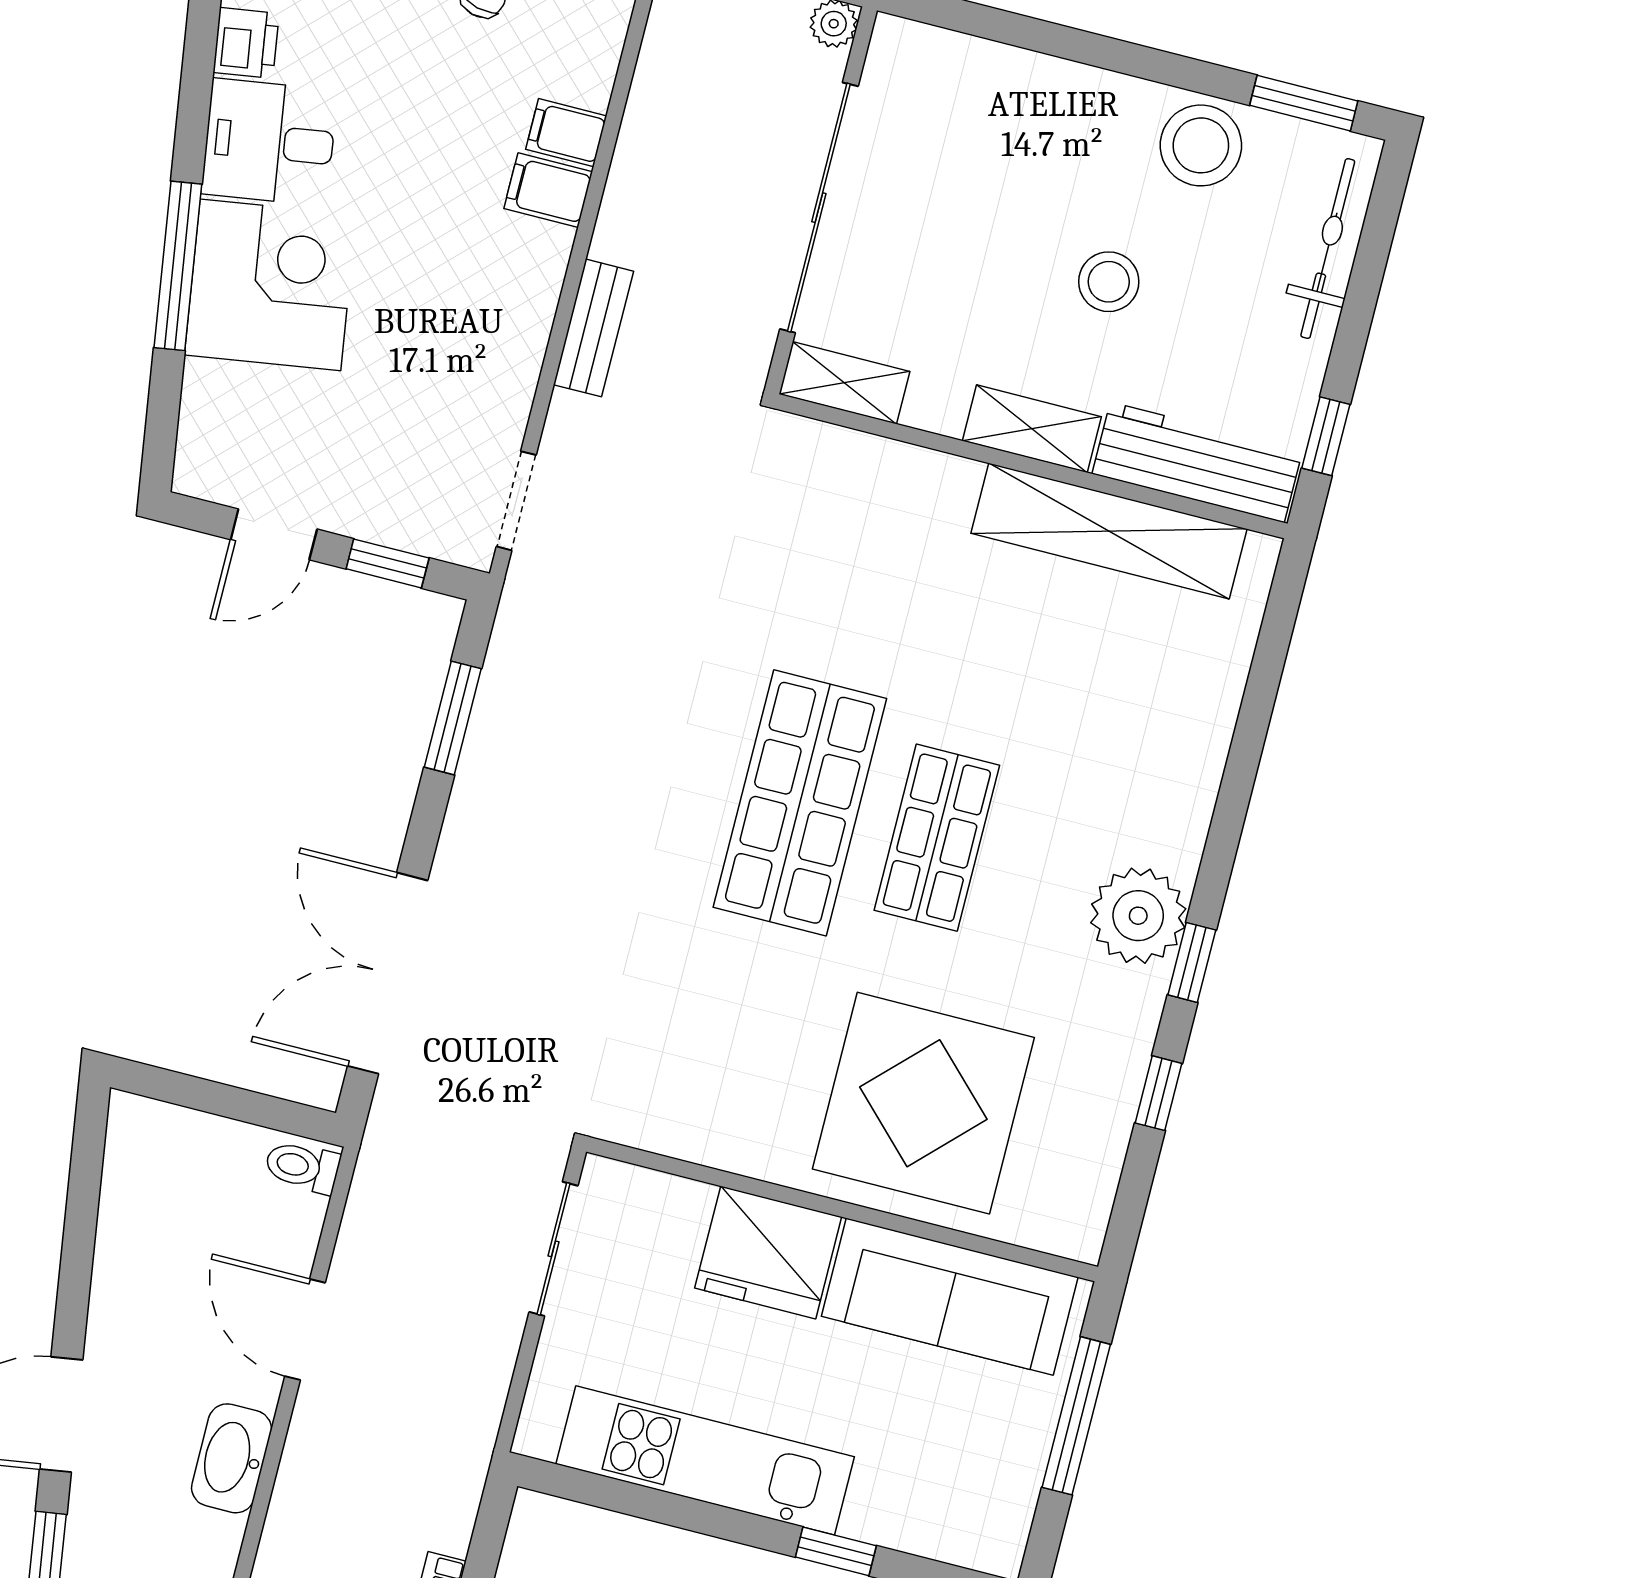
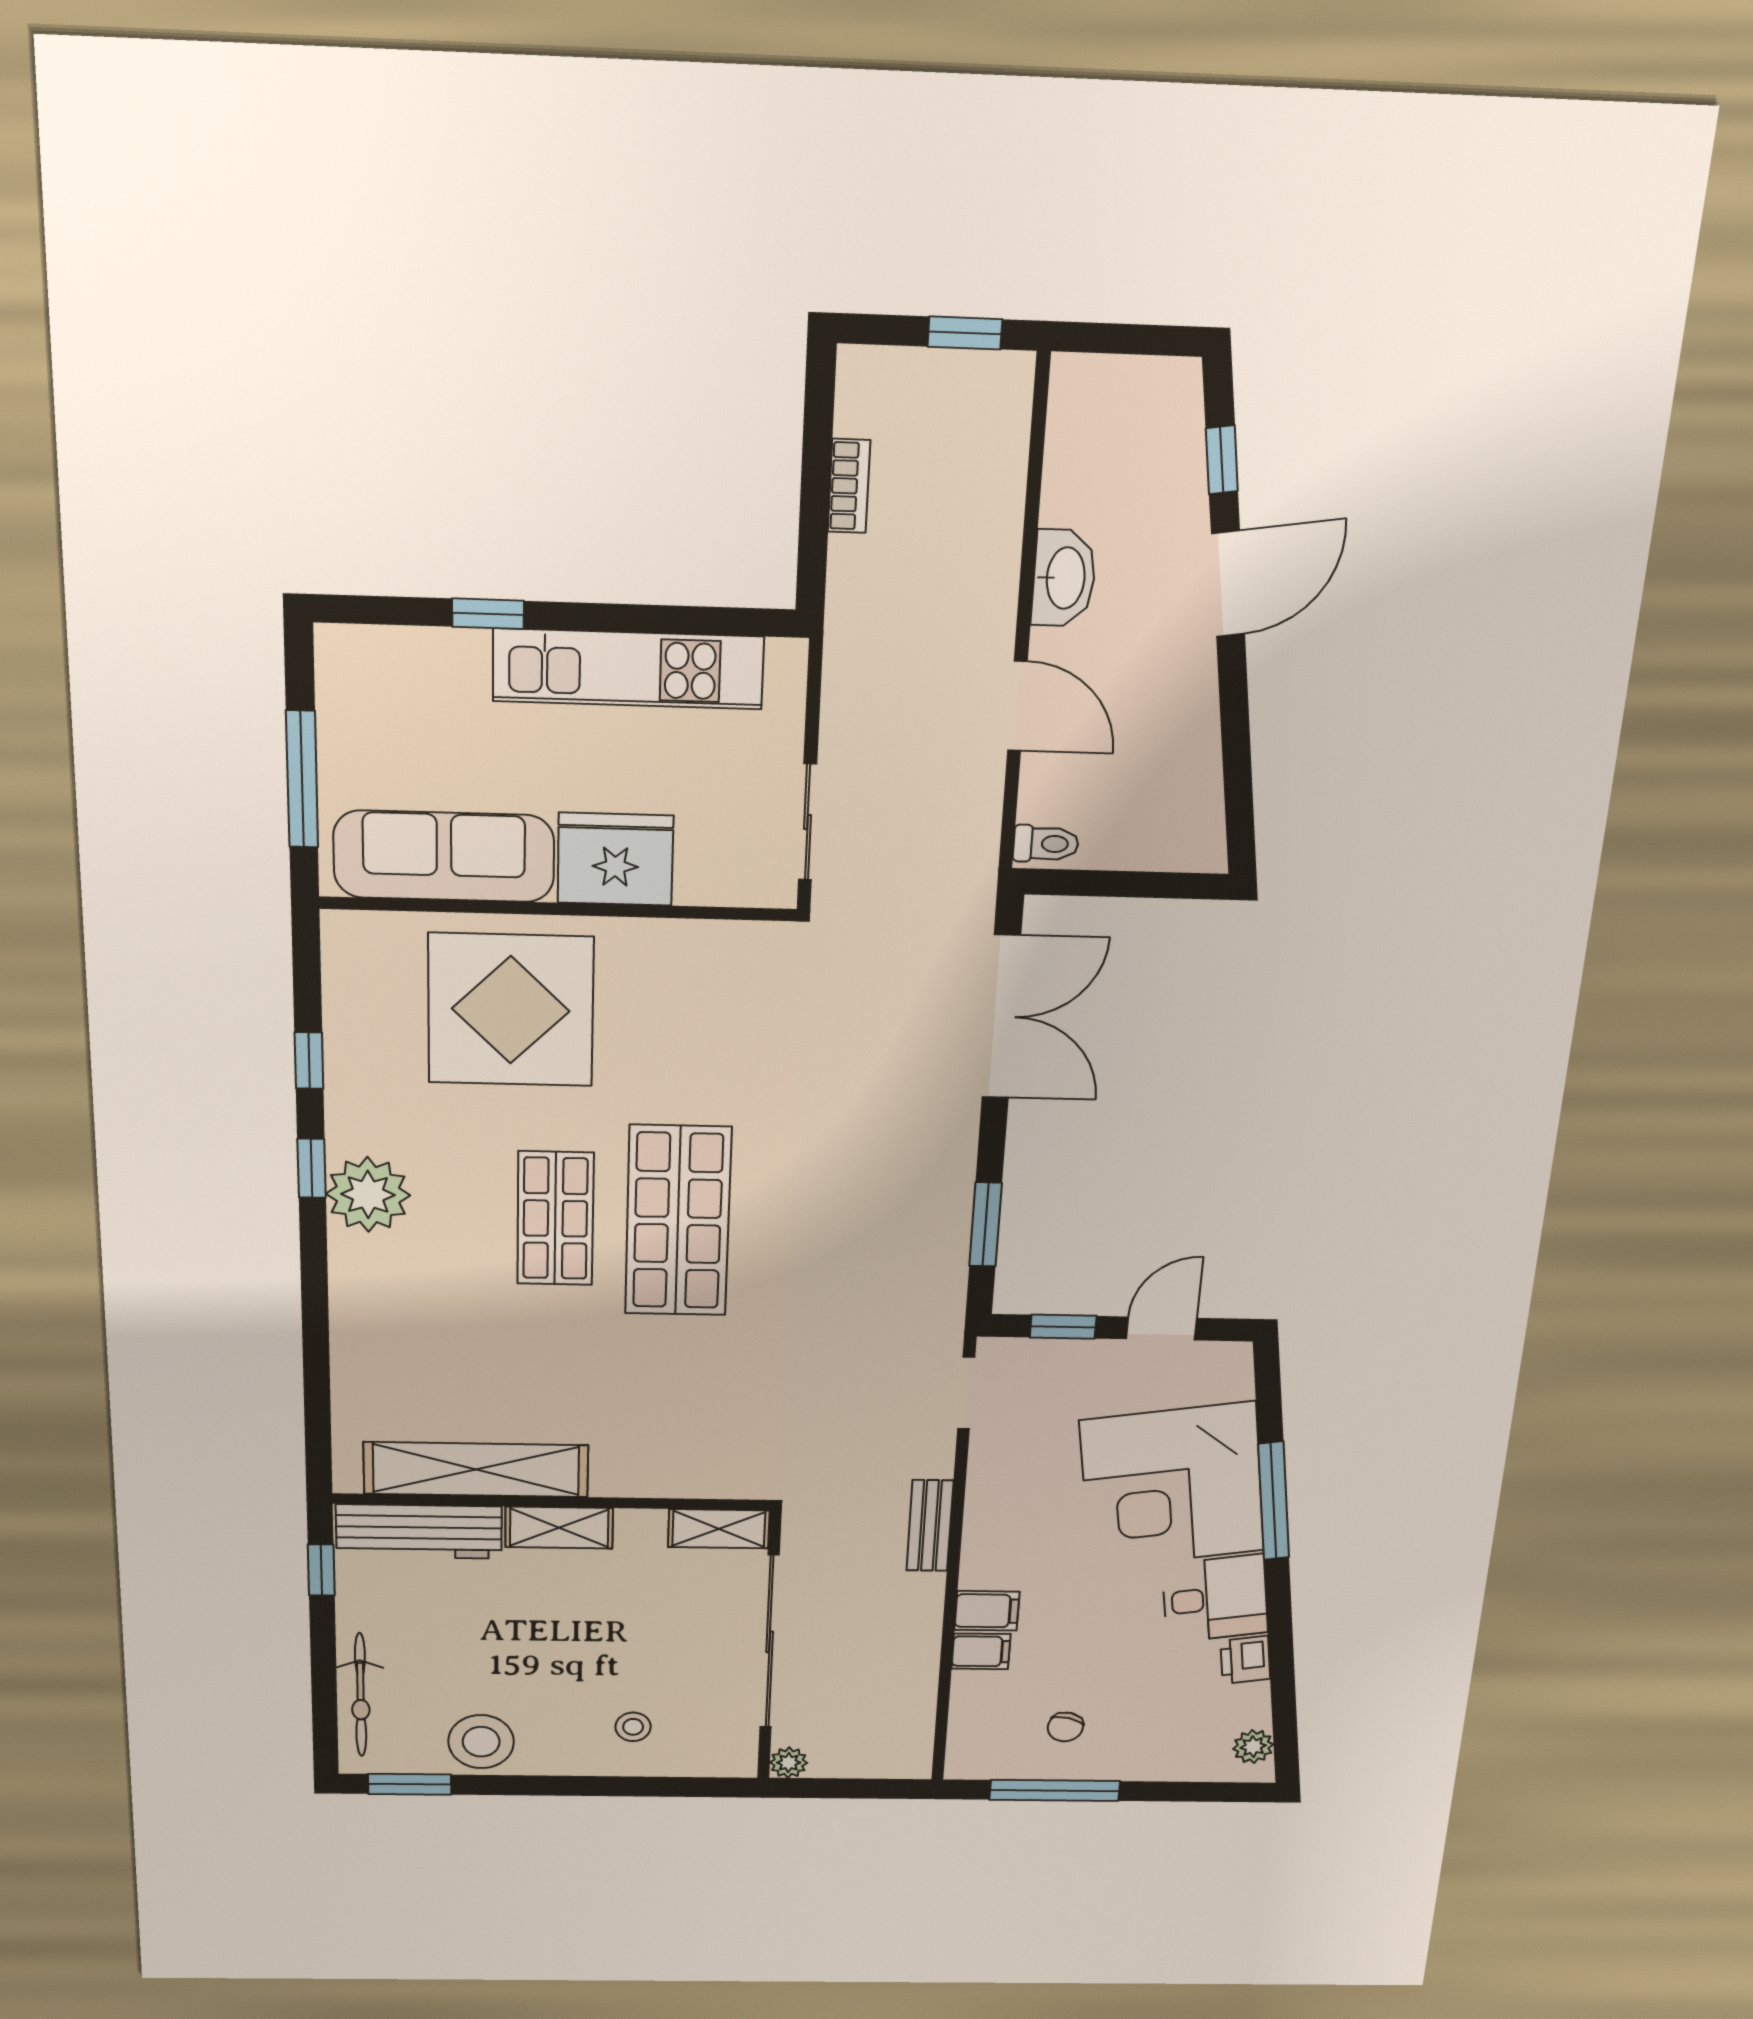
stool: (1109, 282) -> (633, 1727), moved, width x0.73, depth x0.73
corner desk: (270, 285) -> (1172, 1486), width x1.36, depth x1.36

